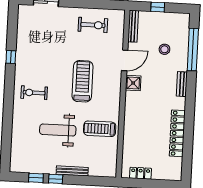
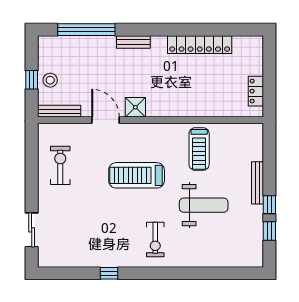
stool: (164, 49) -> (50, 80), moved
weight bench: (58, 130) -> (204, 205), turned -90

